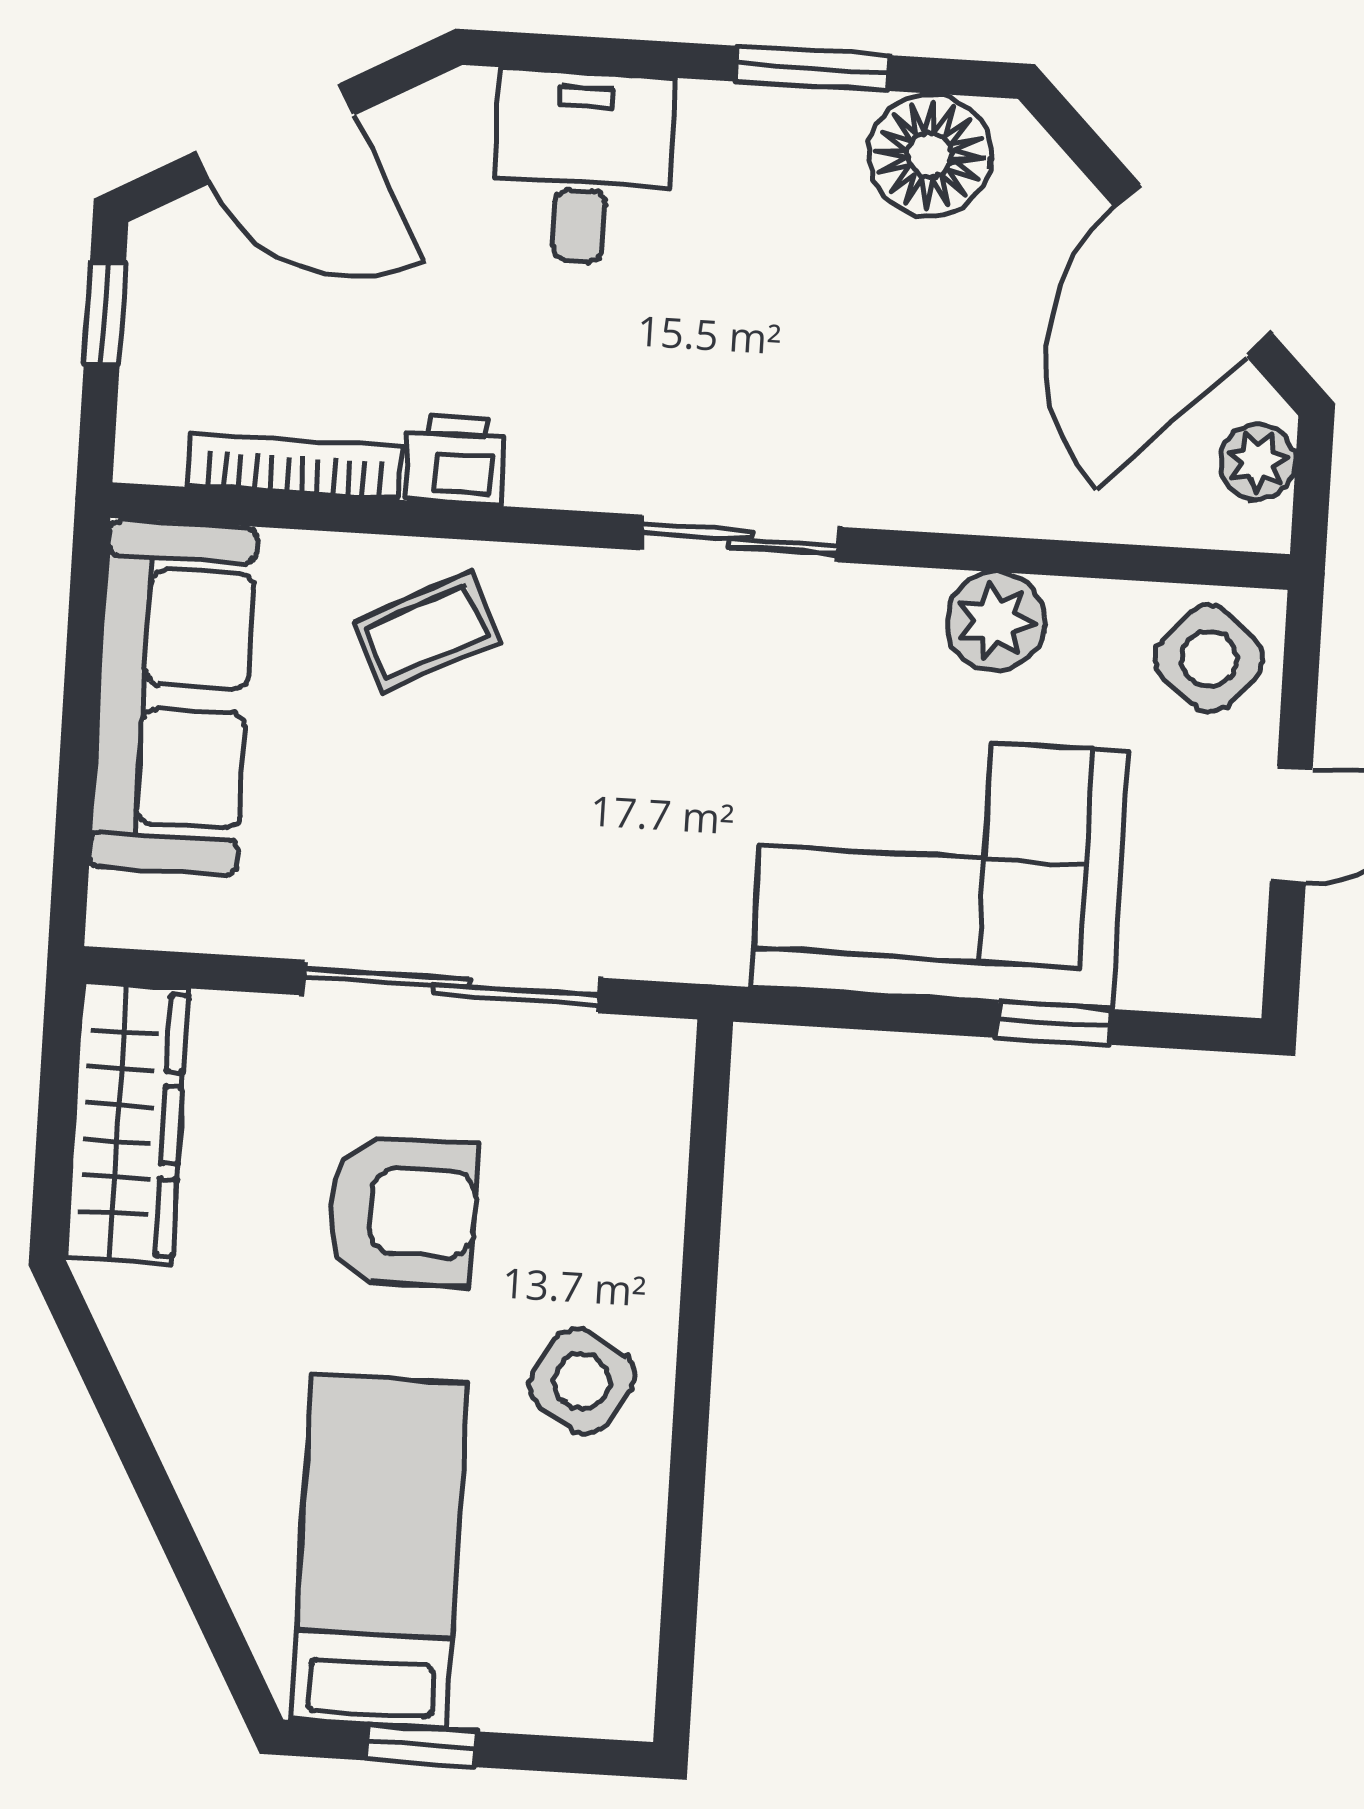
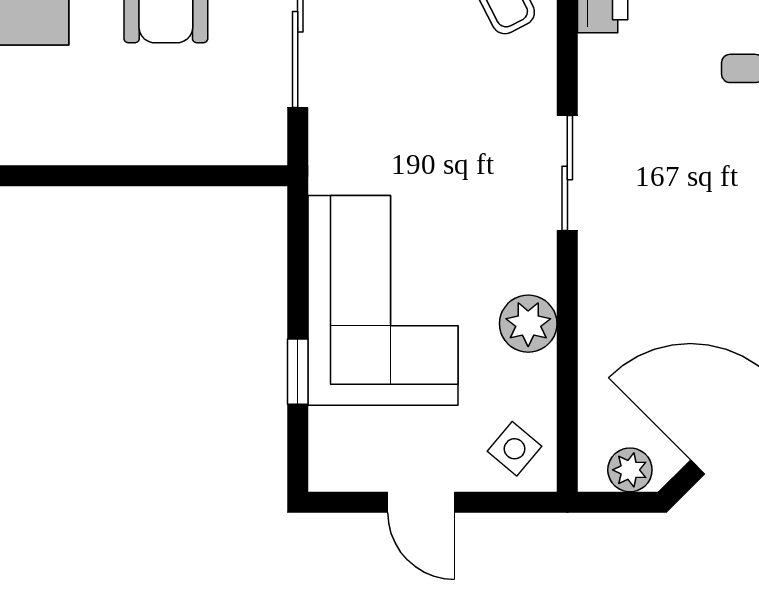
side table: (1209, 658) -> (515, 449), width x0.73, depth x0.73
side table: (582, 1381) -> (74, 111), removed

